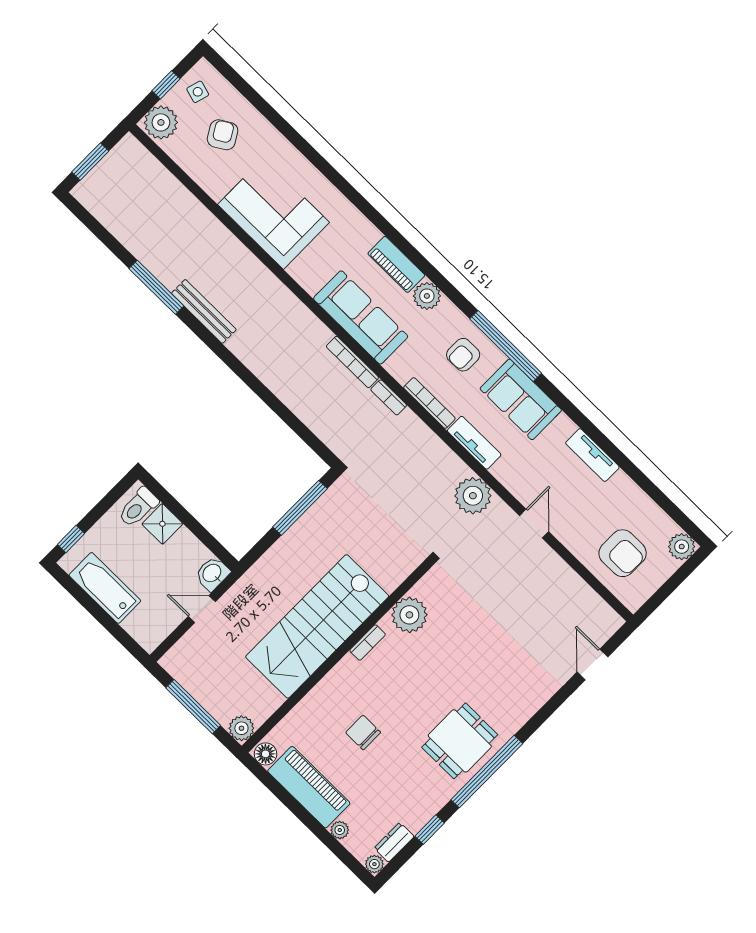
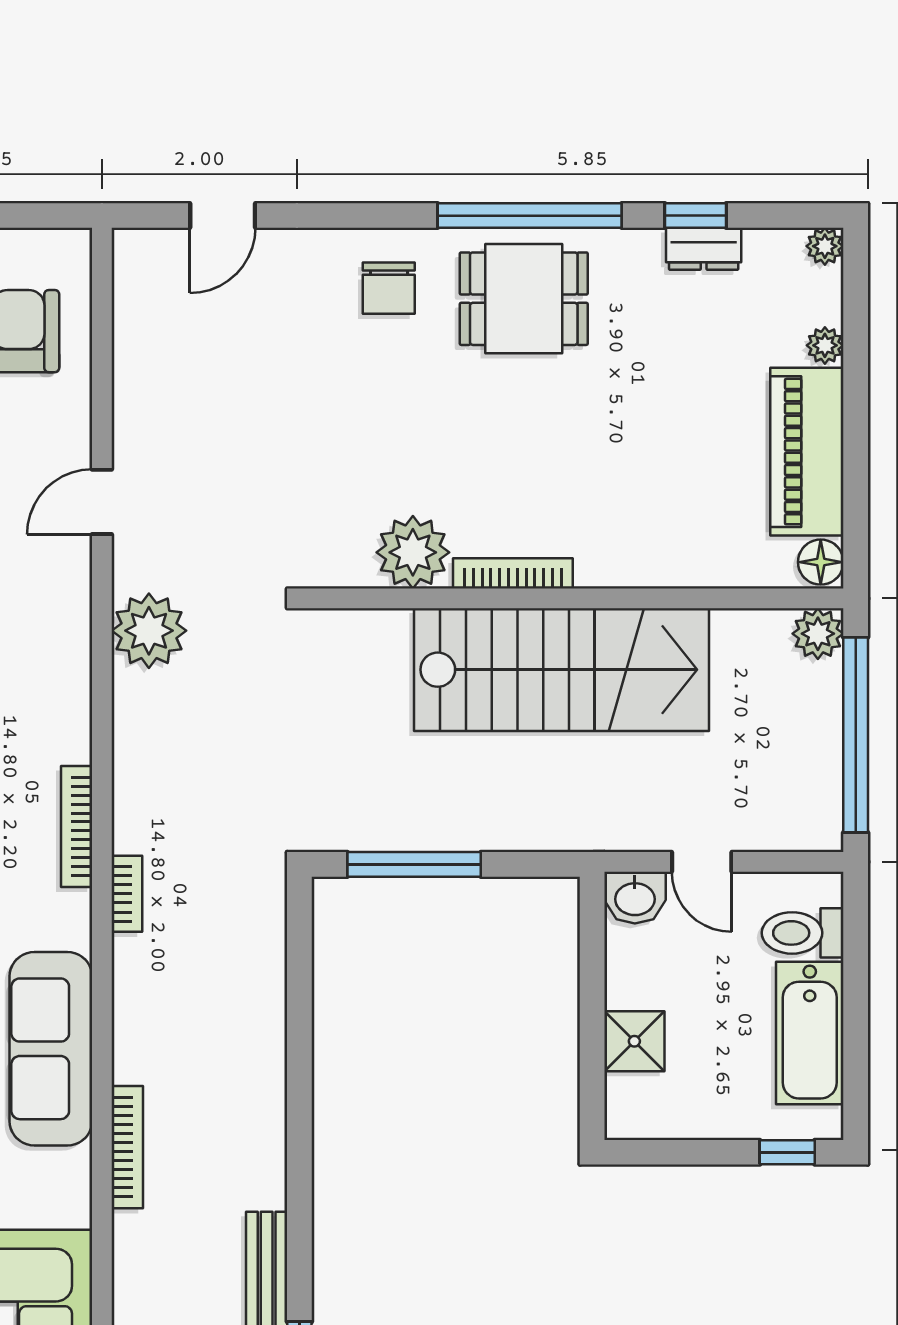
bookcase: (352, 362) -> (127, 1147), moved
tv unit: (474, 443) -> (70, 705), removed
toilet: (138, 507) -> (803, 933), moved, turned 180
bookcase: (368, 642) -> (513, 573), width x1.56
window: (193, 707) -> (856, 735), width x1.46
chair: (363, 732) -> (389, 288), moved
dresser: (394, 842) -> (704, 249), moved

